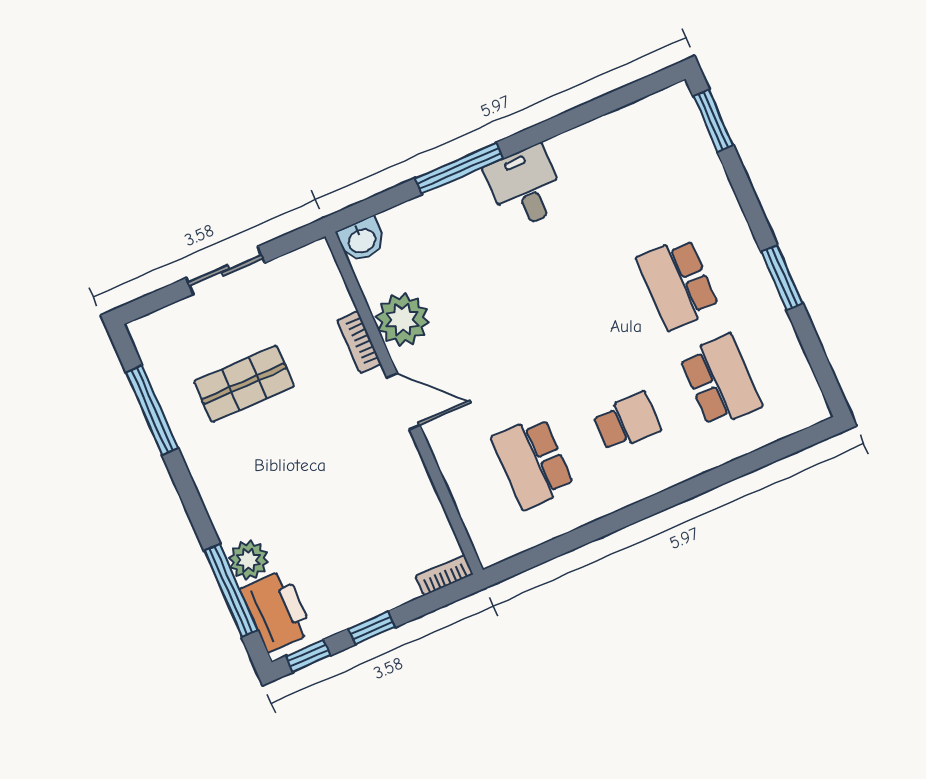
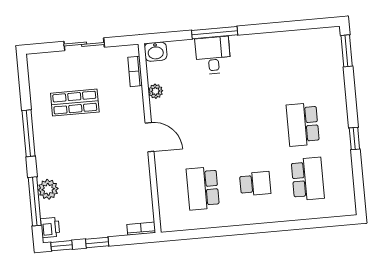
desk: (525, 187) -> (213, 55), moved
window: (782, 278) -> (354, 139), width x0.67
plant: (402, 319) -> (156, 91), width x0.53, depth x0.53
bookcase: (359, 342) -> (135, 71), moved
window: (152, 410) -> (29, 133), moved
printer: (277, 611) -> (50, 227), width x0.53, depth x0.68

